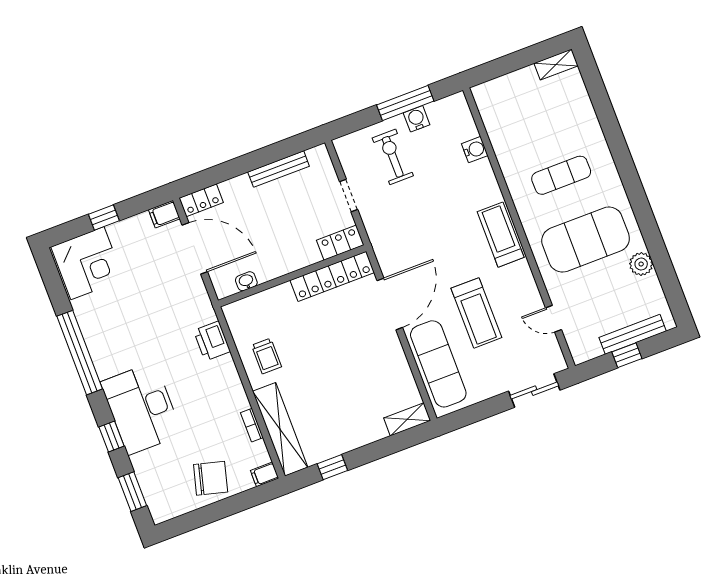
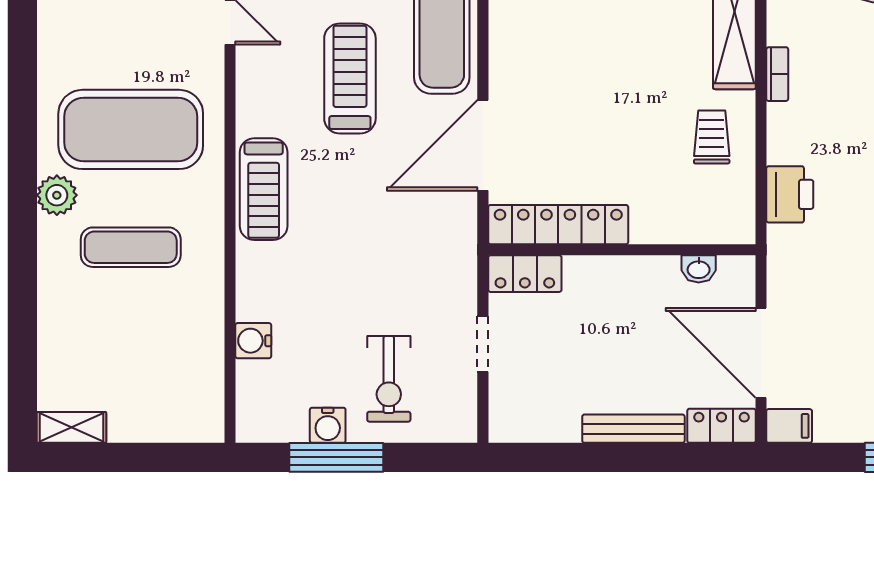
bench: (279, 169) -> (633, 429), moved
plant: (641, 264) -> (57, 195), moved
bookcase: (252, 425) -> (777, 74), moved

